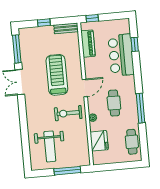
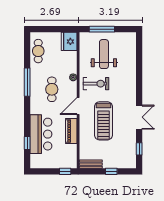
piano: (88, 44) -> (71, 131), moved
window: (17, 49) -> (139, 149), width x0.46
fridge: (99, 141) -> (69, 41), moved
weight bench: (50, 146) -> (104, 54), moved

